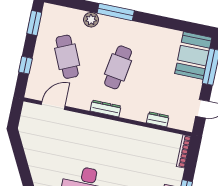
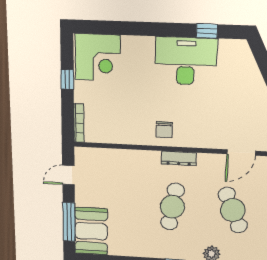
dresser: (158, 119) -> (116, 155), removed
chair: (114, 135) -> (164, 130), added

